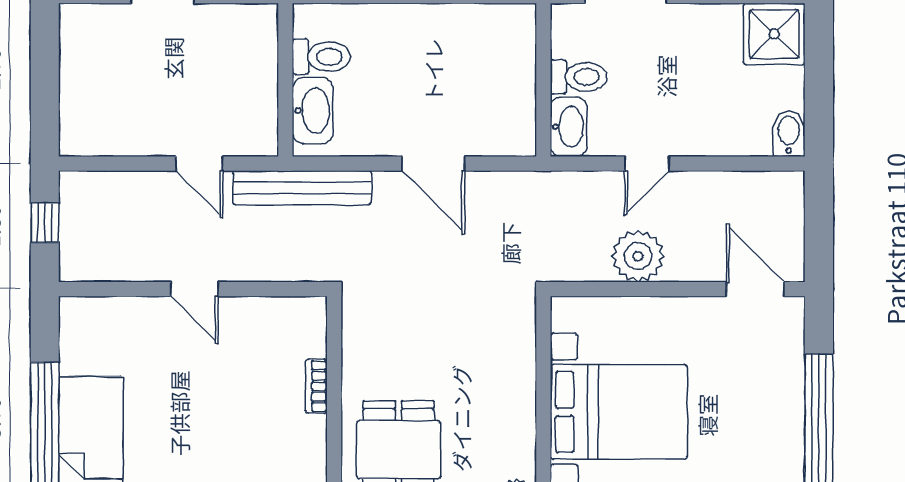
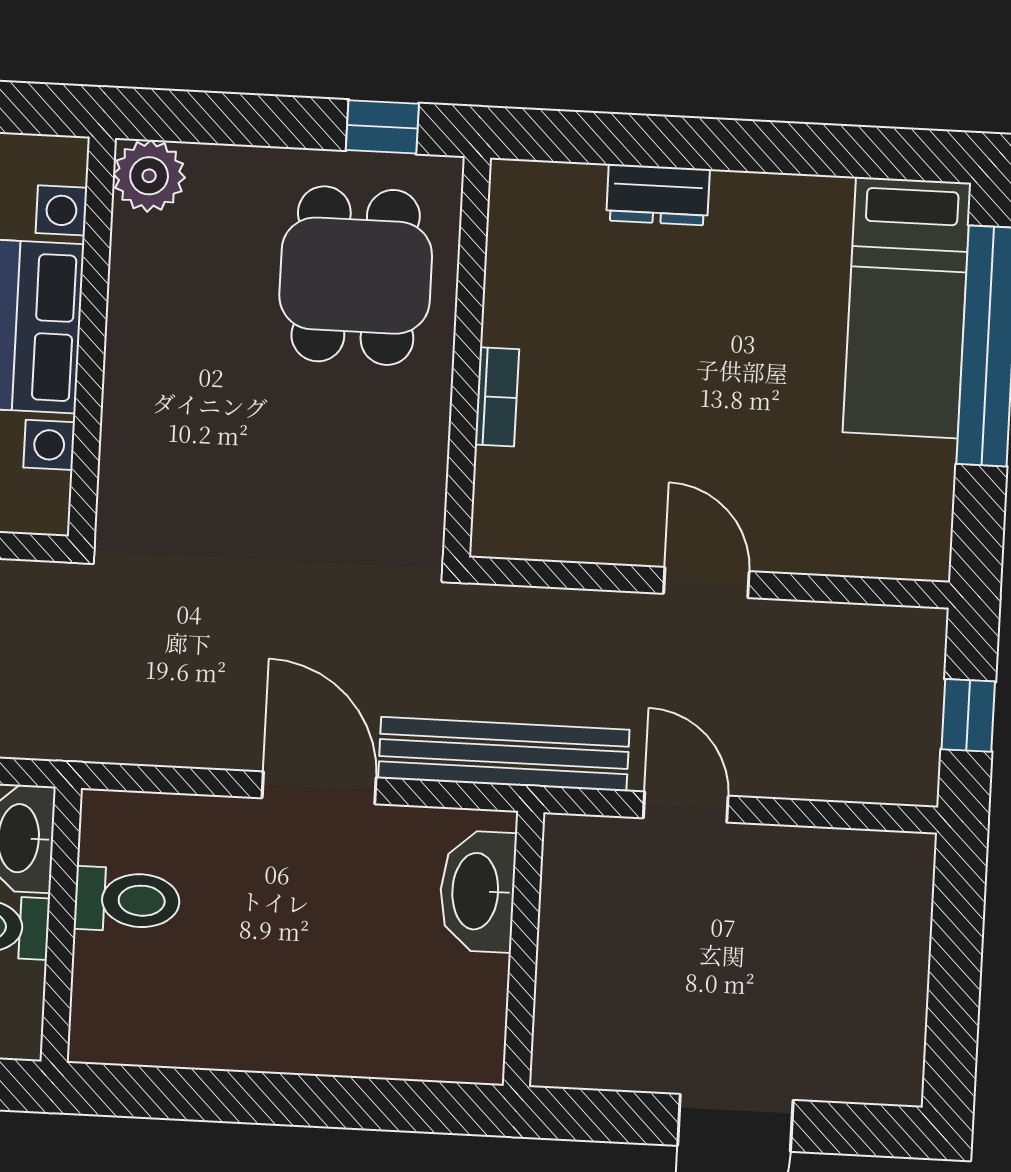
toilet: (321, 57) -> (127, 900), moved, turned 180
door: (433, 164) -> (319, 788), moved

